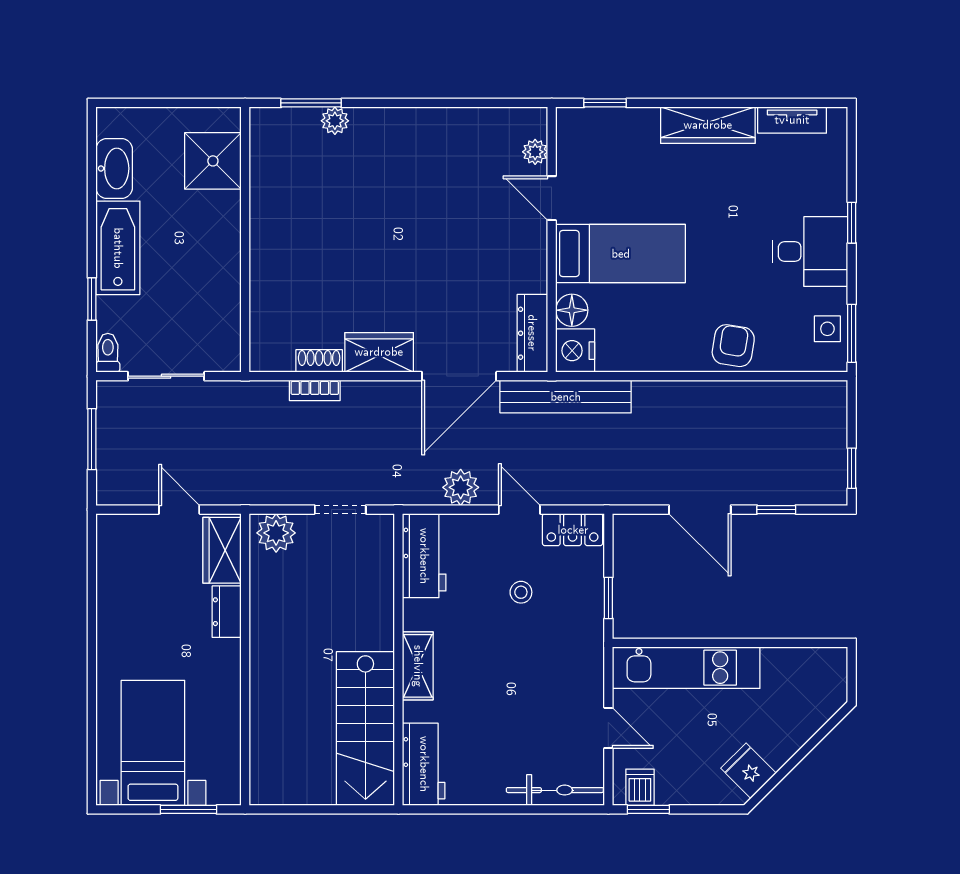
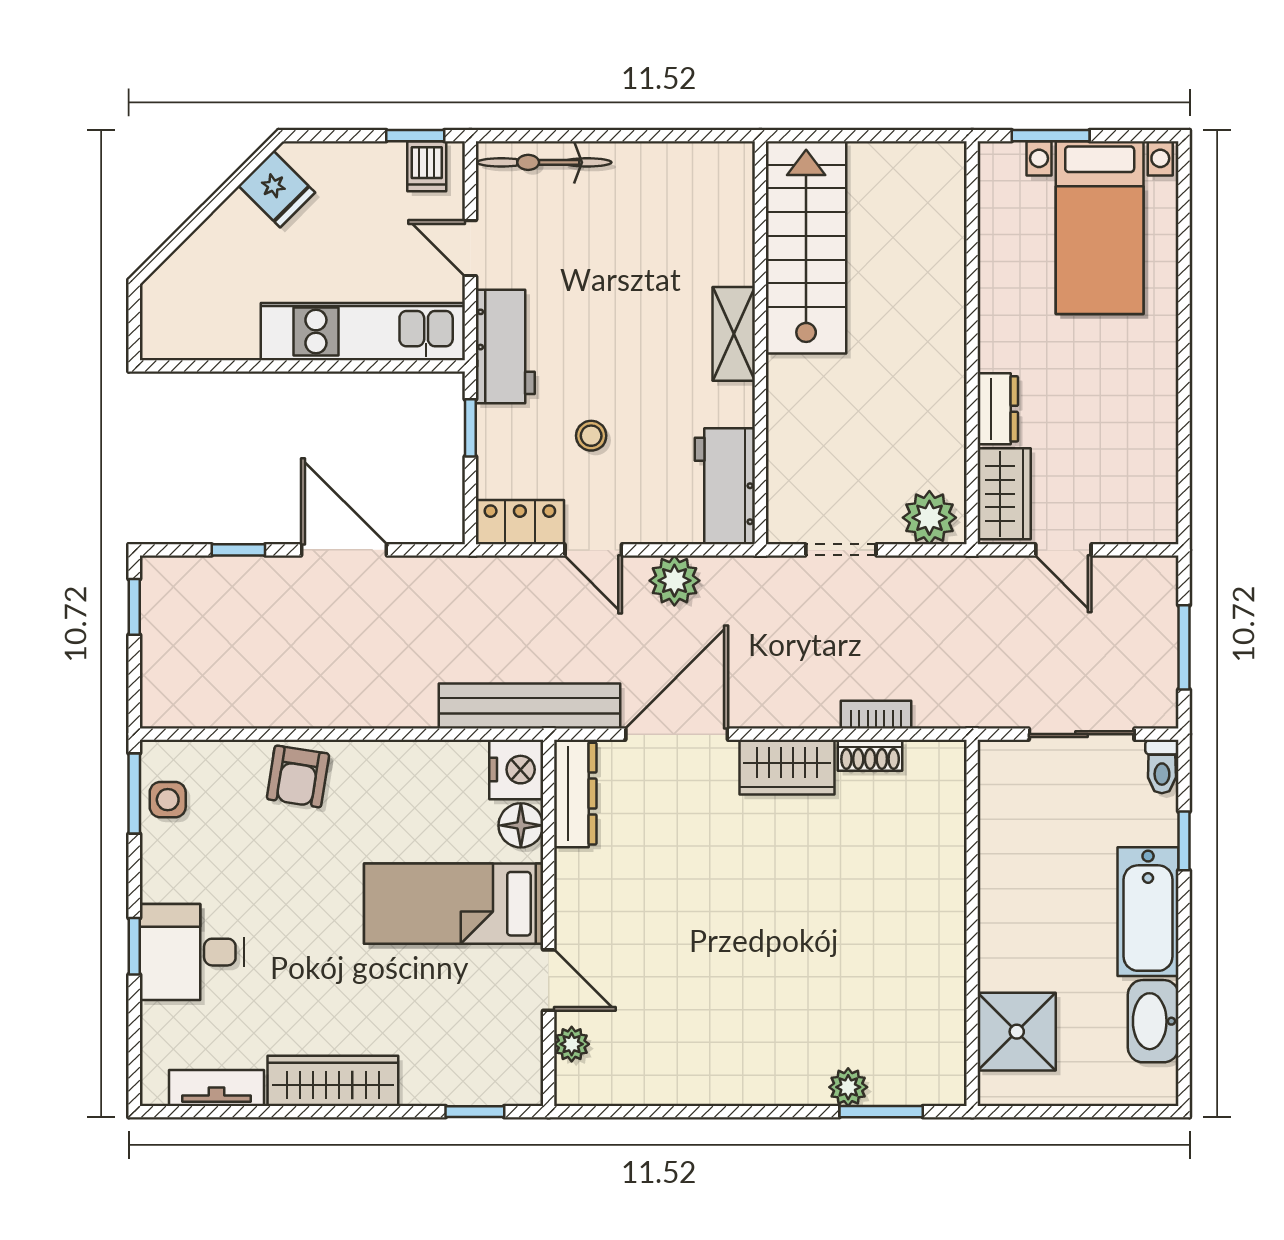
desk: (810, 252) -> (192, 952), moved
workbench: (424, 764) -> (505, 347), moved, turned 180

